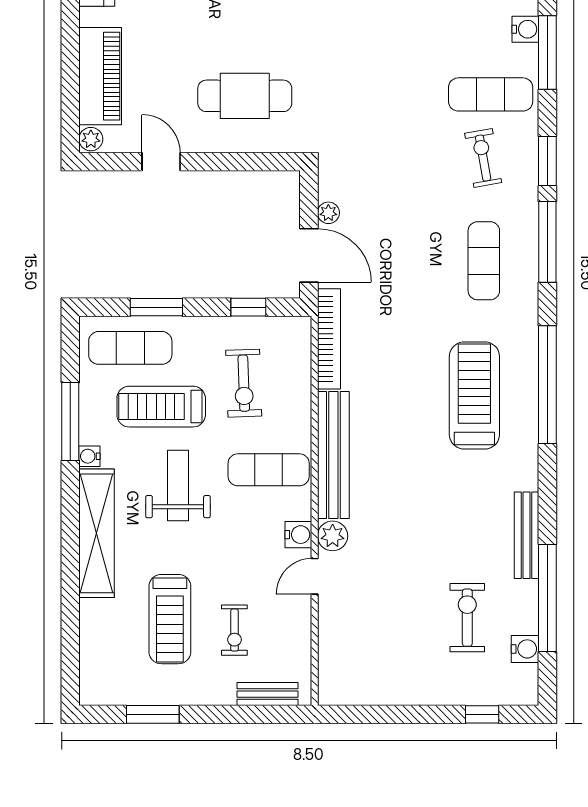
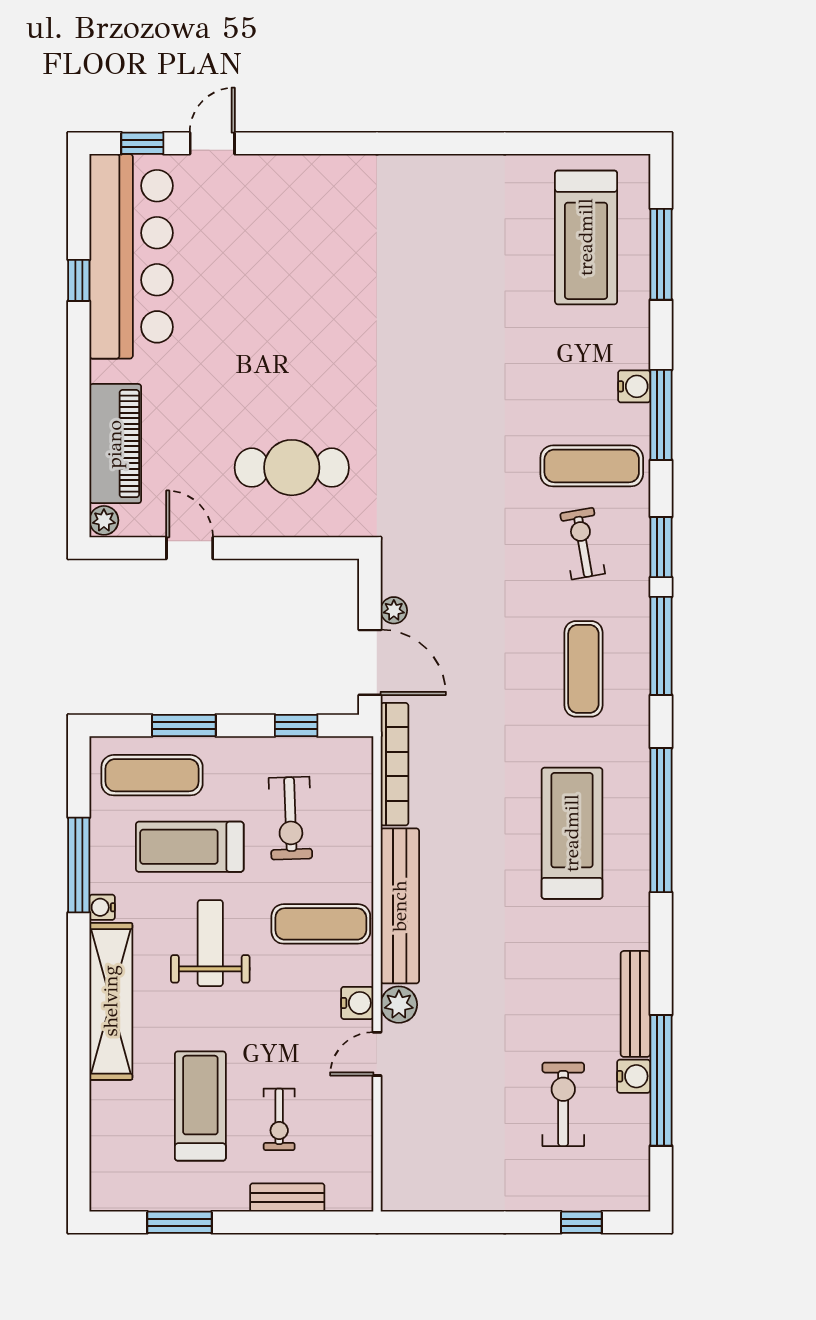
treadmill: (170, 619) -> (200, 1106), turned 180
water cooler: (525, 649) -> (634, 1076), moved
bench: (268, 694) -> (287, 1197), moved

